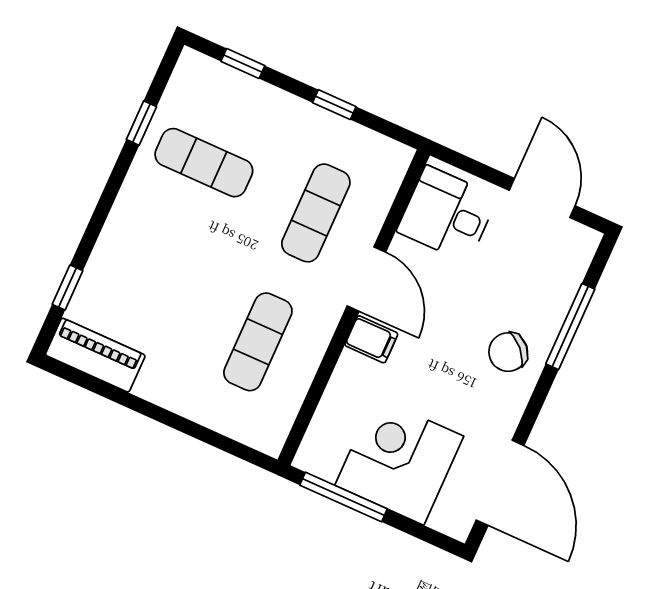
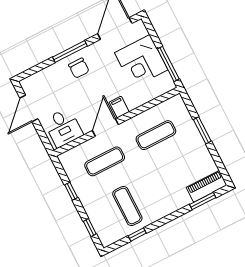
window: (67, 288) -> (203, 201), width x1.50
window: (570, 326) -> (70, 51), moved
chair: (508, 352) -> (79, 68), turned 44
piano: (95, 355) -> (207, 186), moved, turned 90
window: (177, 422) -> (202, 130), added

